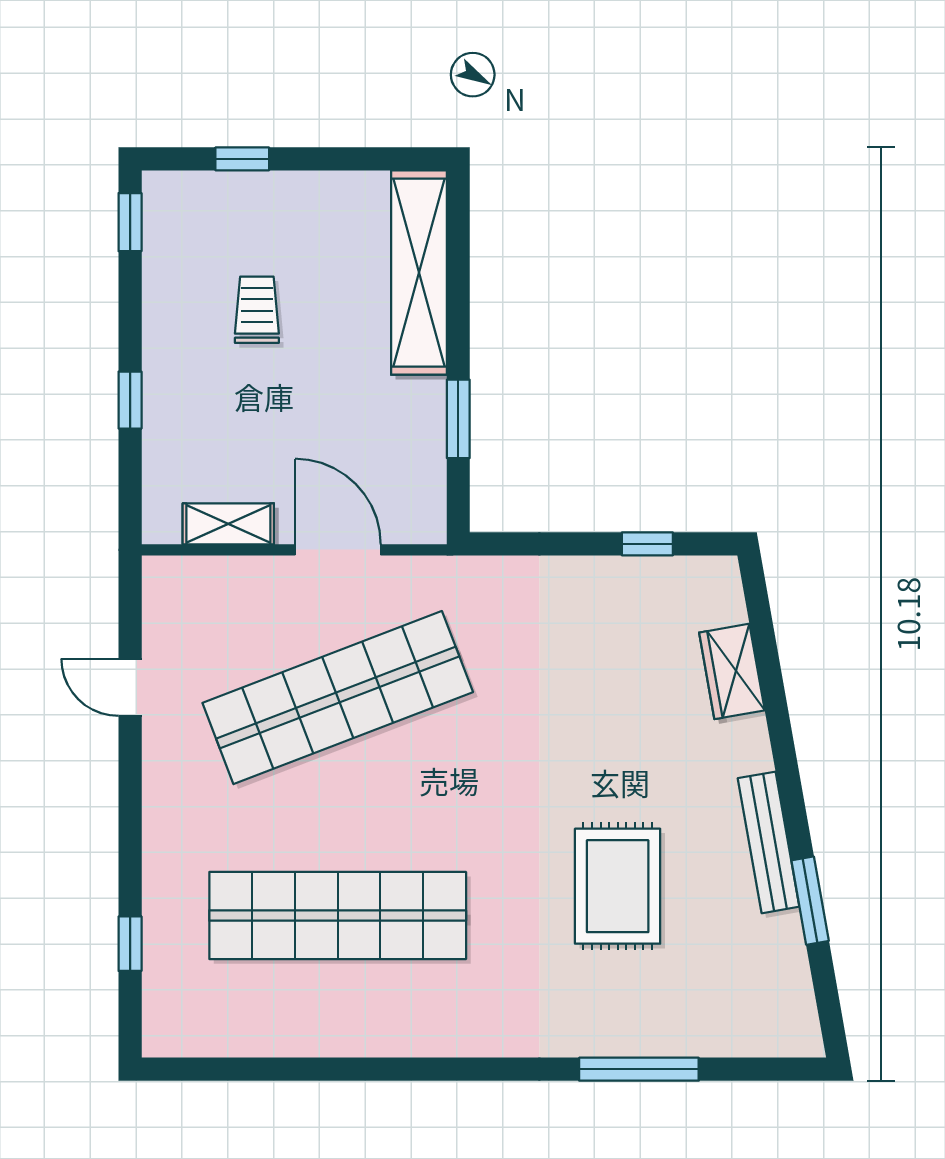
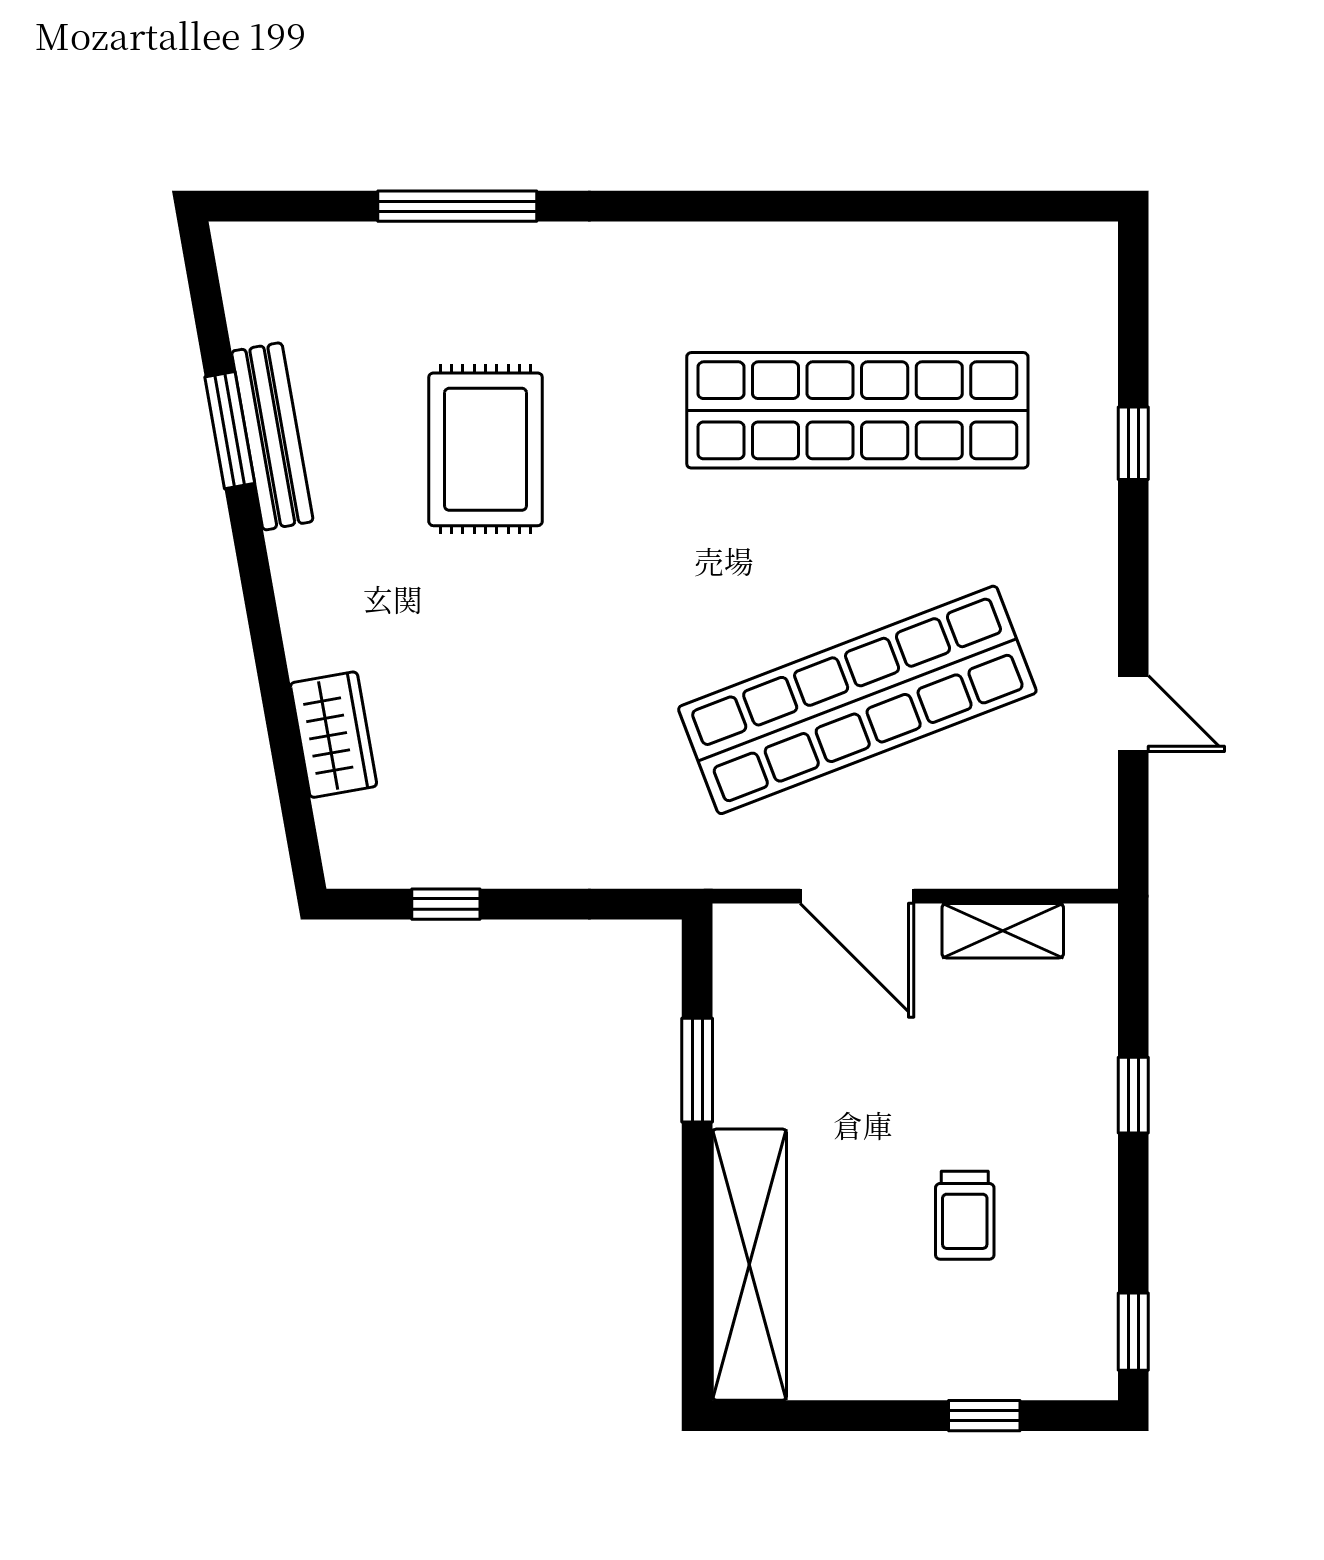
bench: (769, 842) -> (272, 436), moved
window: (130, 944) -> (1133, 443), moved

